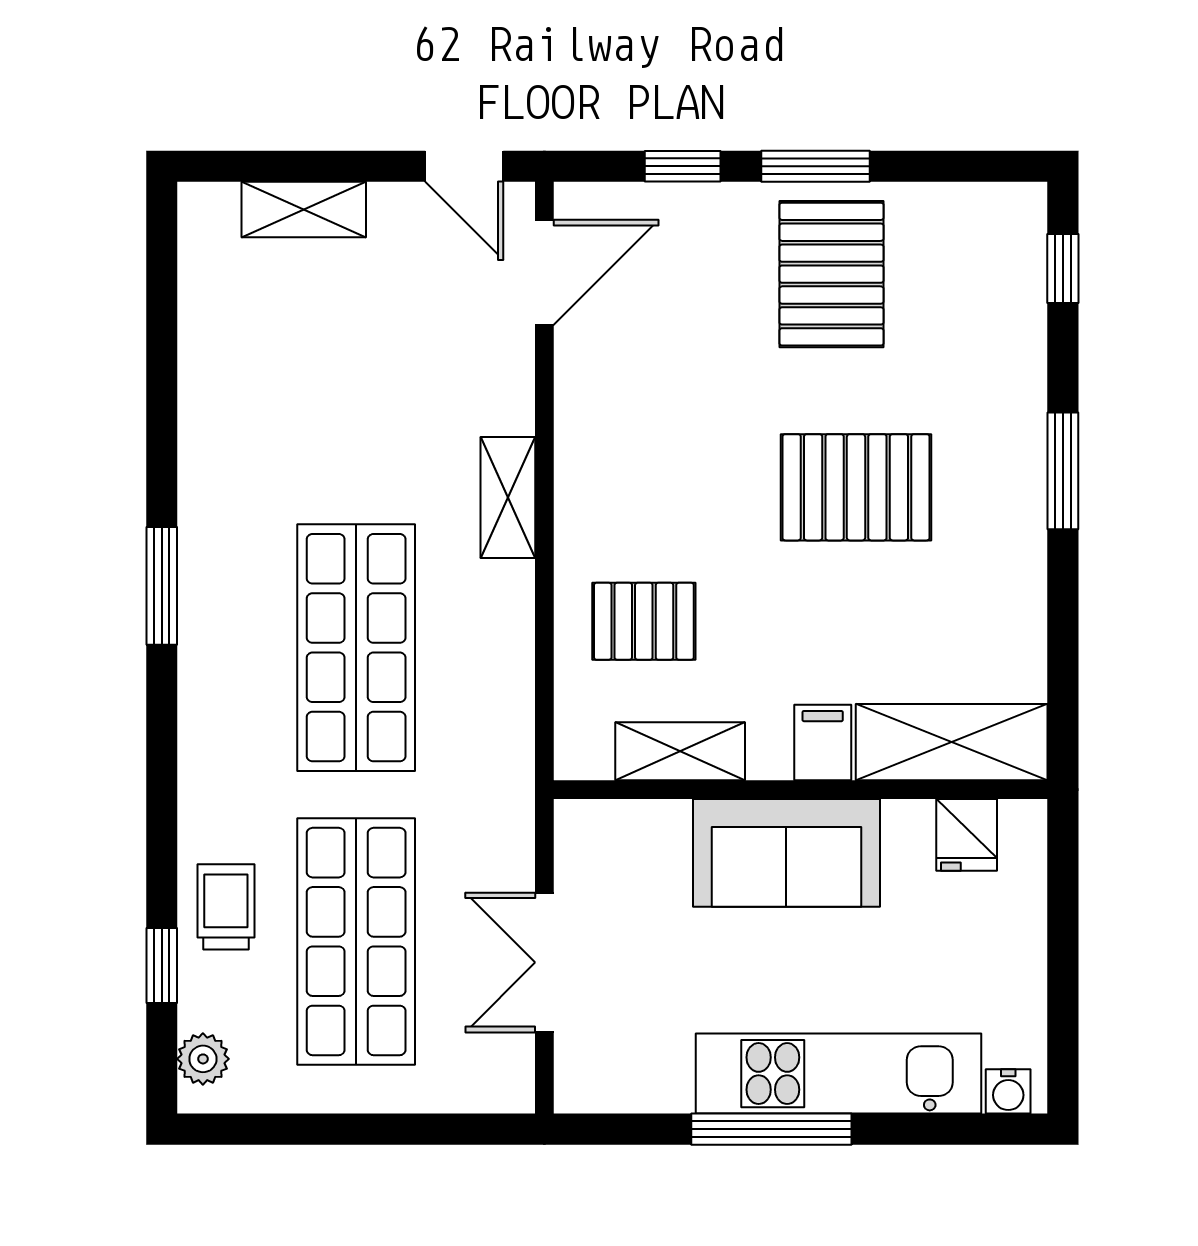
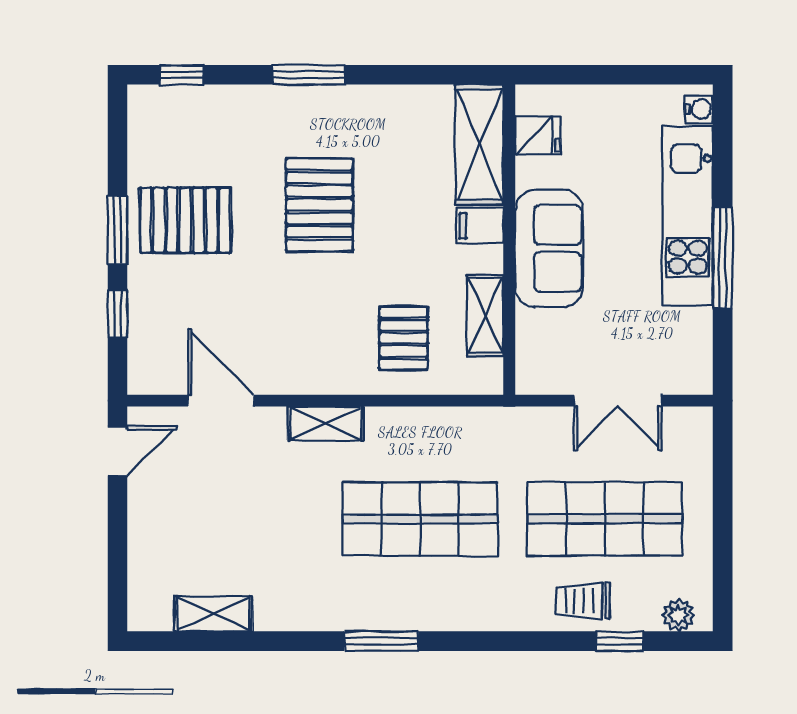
shelving: (304, 210) -> (213, 614), moved, turned 90
door: (544, 272) -> (221, 401), moved

